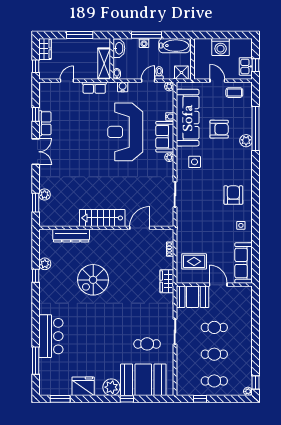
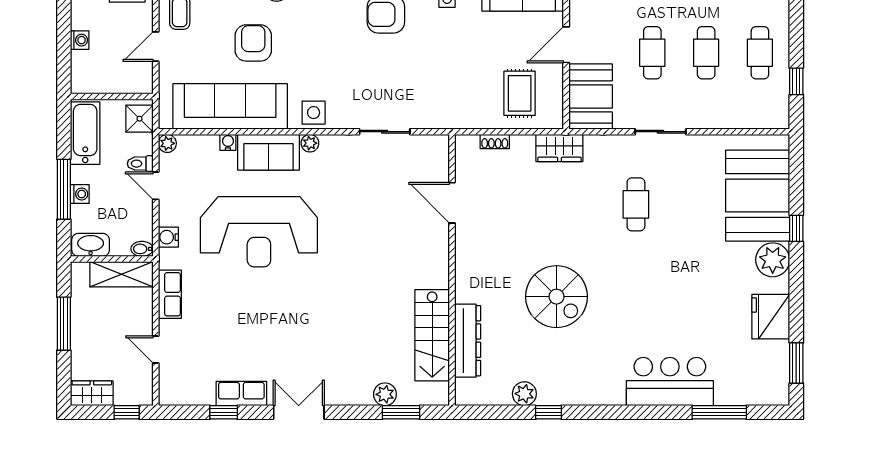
washing machine: (221, 47) -> (80, 40), width x0.53, depth x0.53
side table: (195, 162) -> (314, 113), moved
stairs: (102, 218) -> (432, 335), moved
cafe table: (147, 344) -> (636, 204), moved

